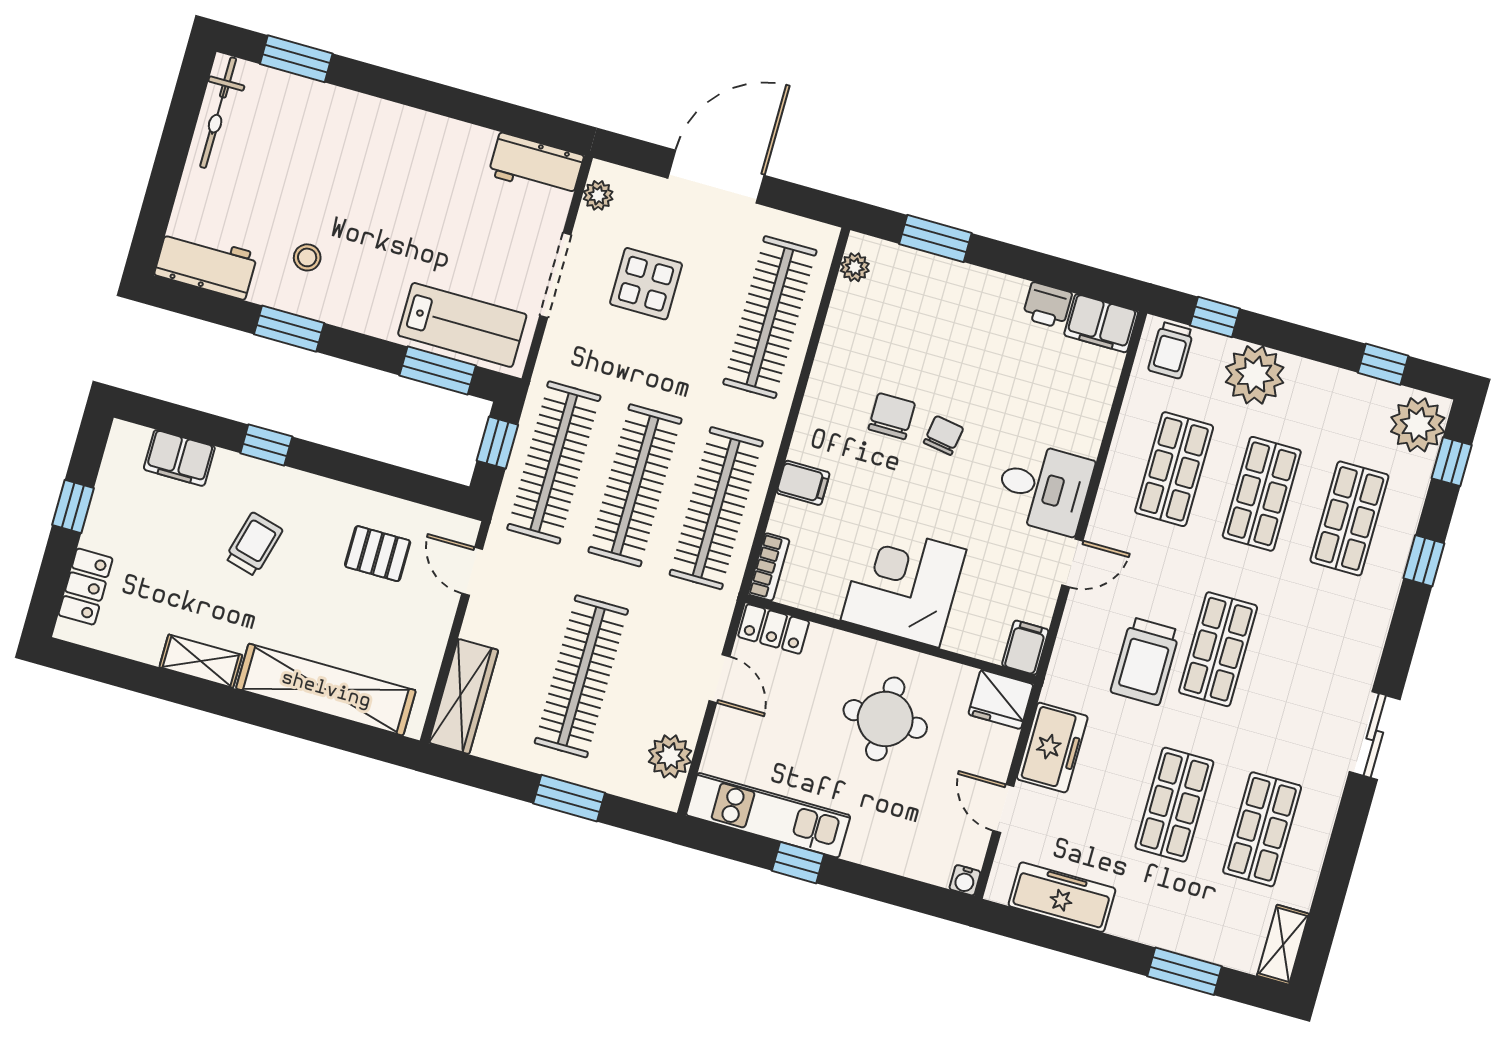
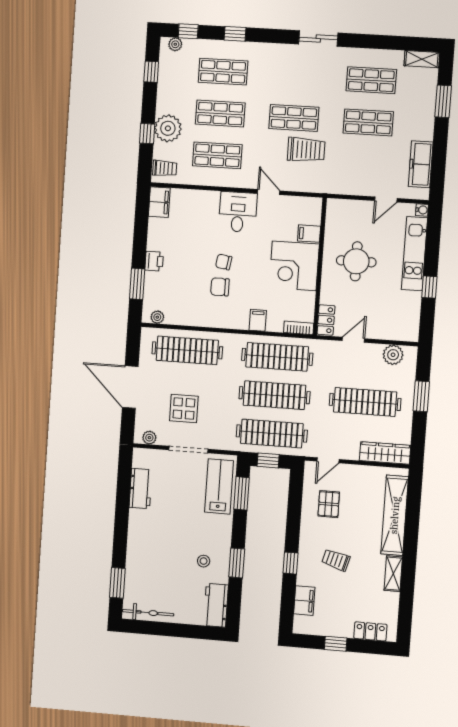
workbench: (536, 165) -> (140, 488), moved
printer: (1047, 305) -> (154, 261), moved
window: (1215, 317) -> (147, 134), moved
plant: (1418, 425) -> (175, 44), width x0.53, depth x0.53
filing cabinet: (1025, 648) -> (309, 234), moved
fridge: (1001, 699) -> (337, 211), removed
freezer: (1052, 748) -> (354, 183), removed
kitchen unit: (768, 815) -> (414, 254), moved

